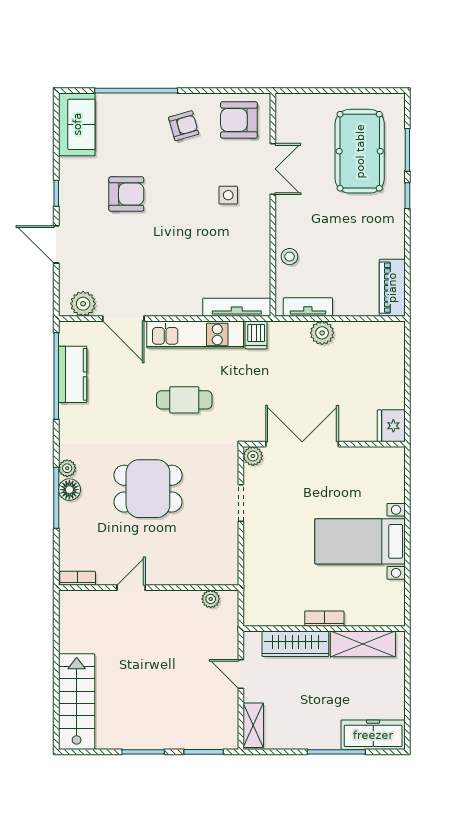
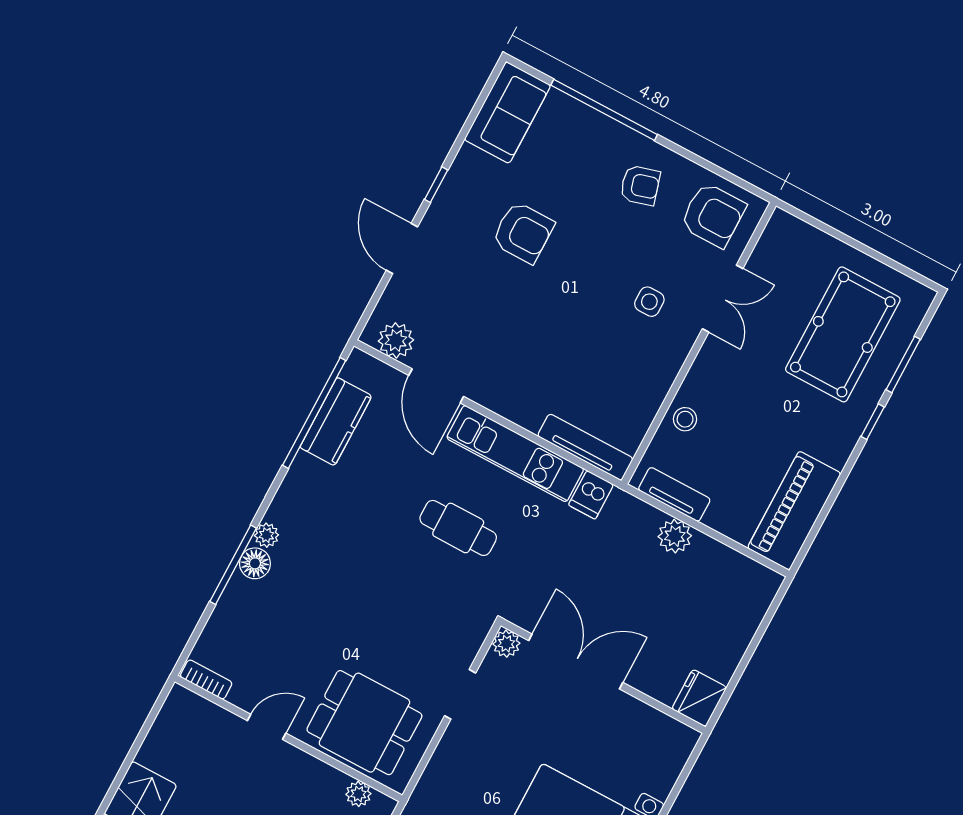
armchair: (239, 120) -> (713, 215), turned 180
piano: (392, 288) -> (794, 511), width x1.37, depth x1.33
dining table: (148, 489) -> (364, 723), moved

